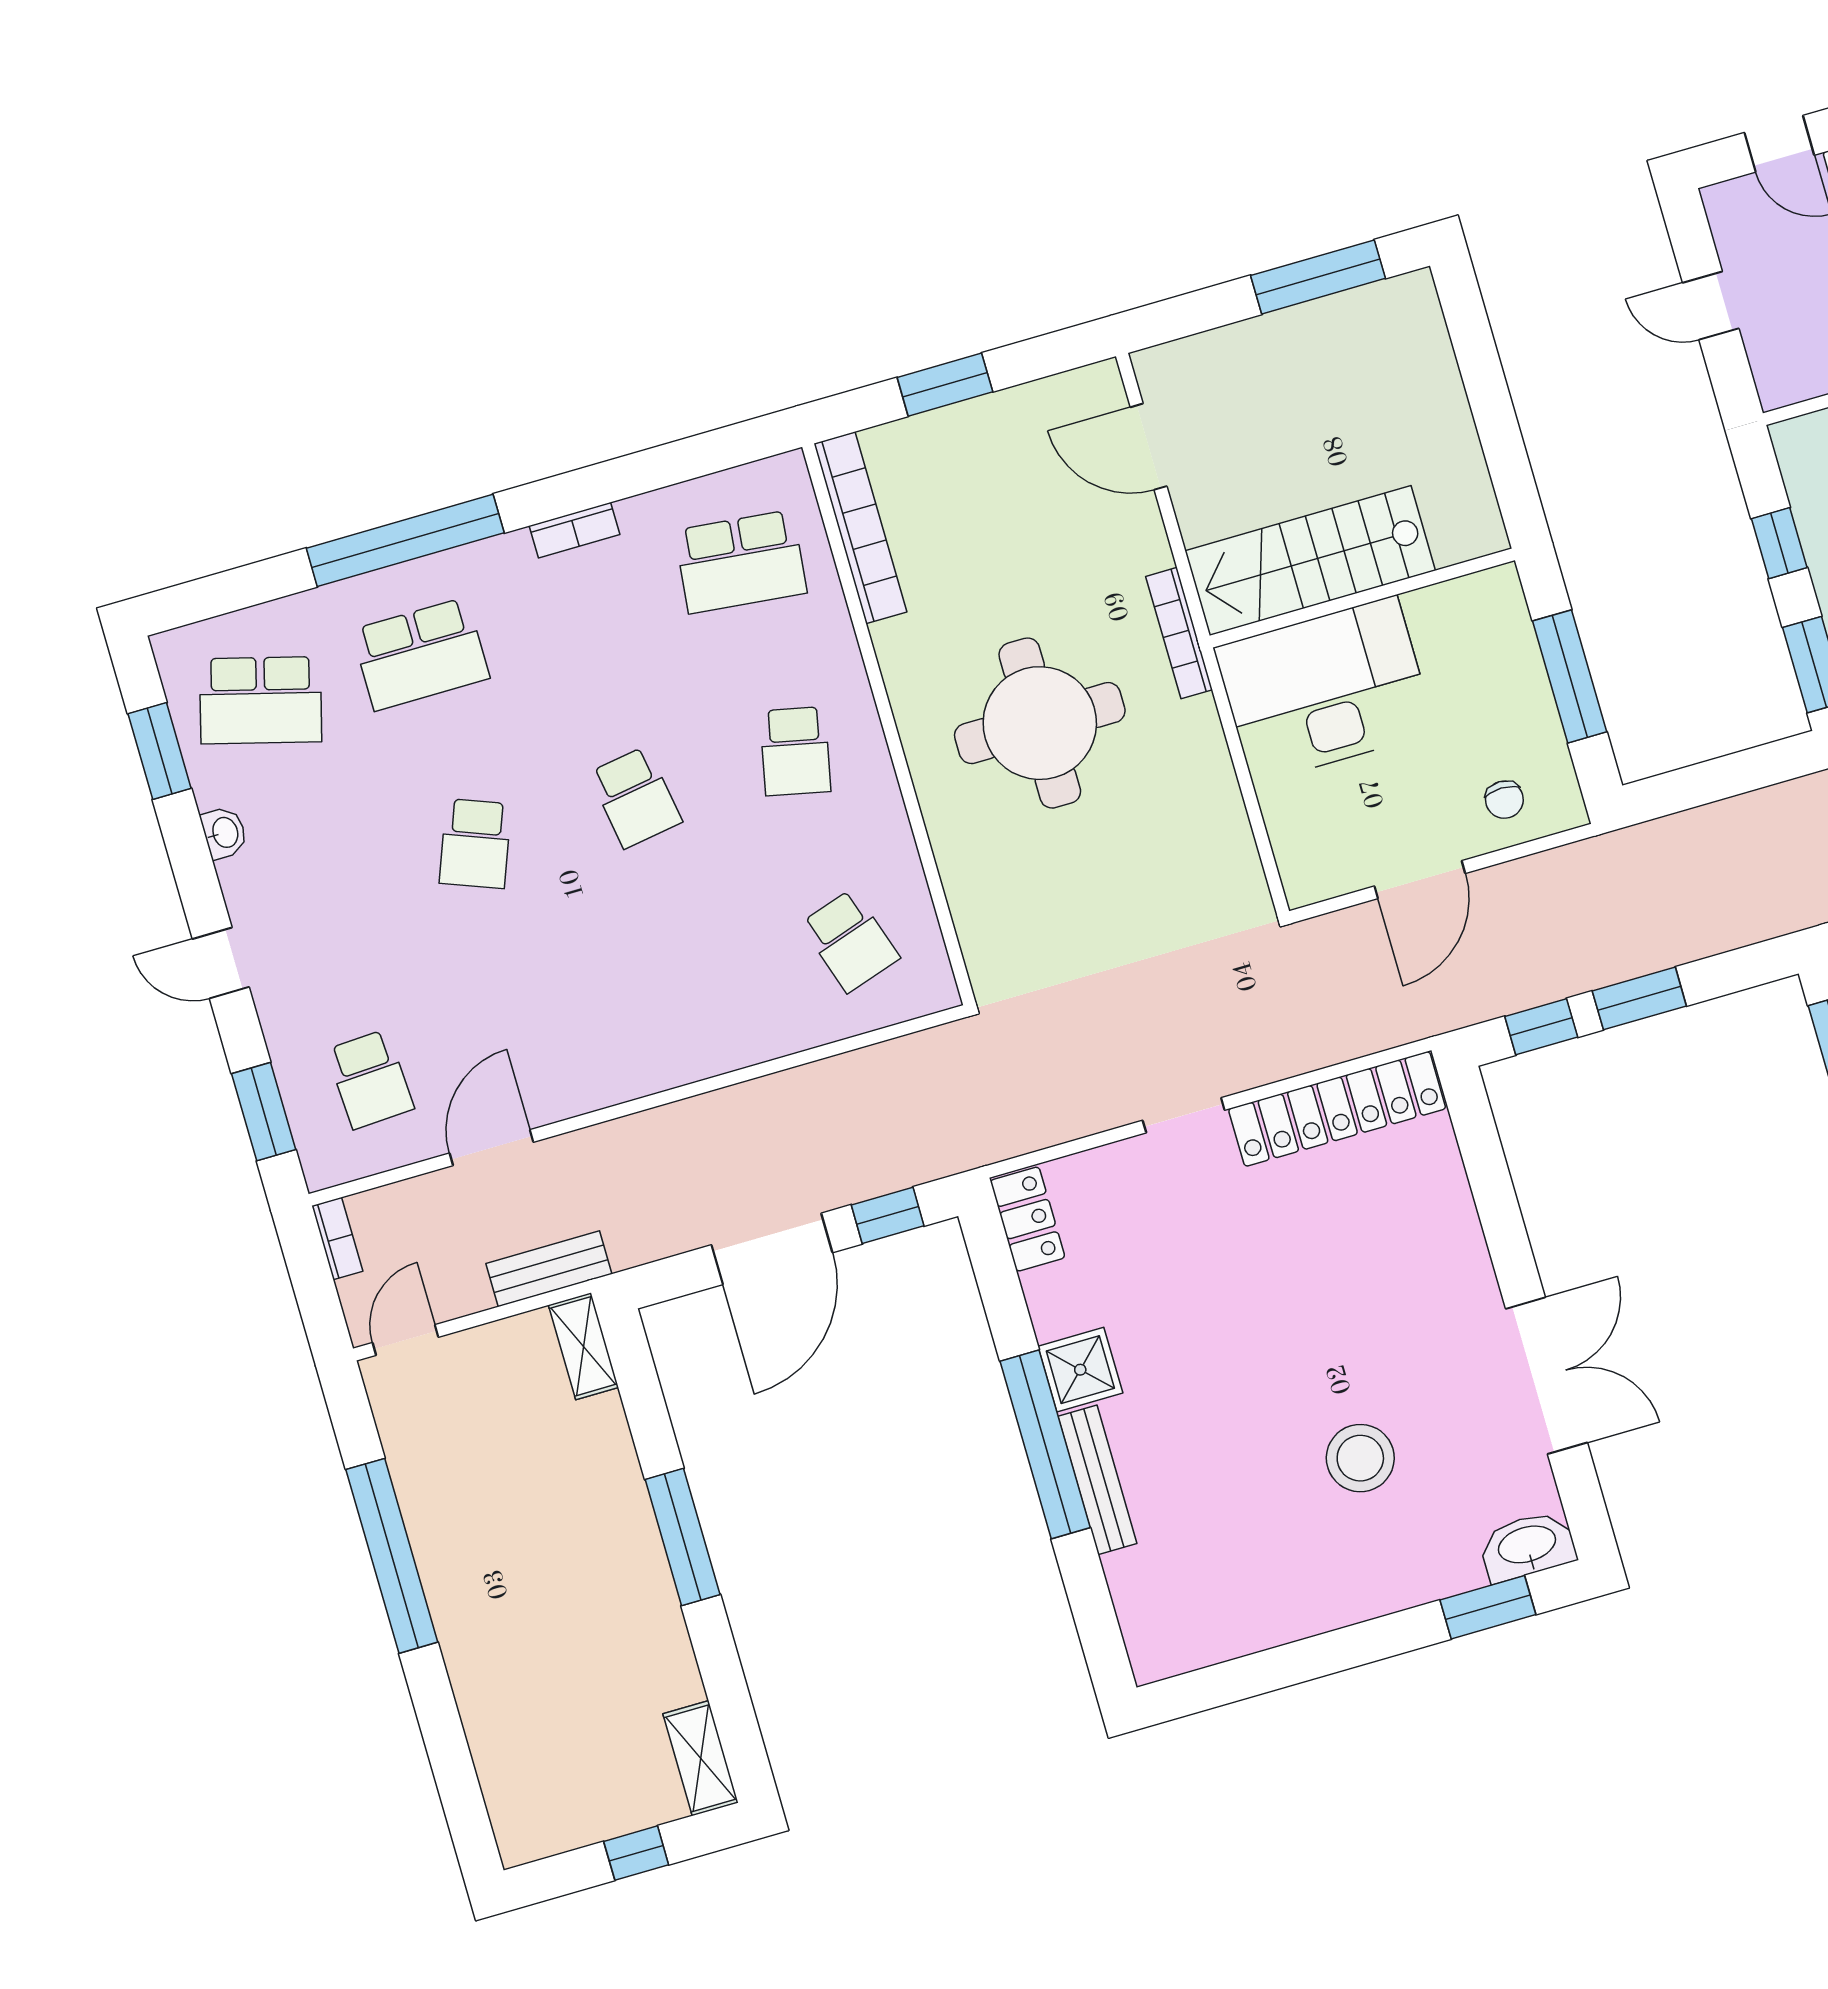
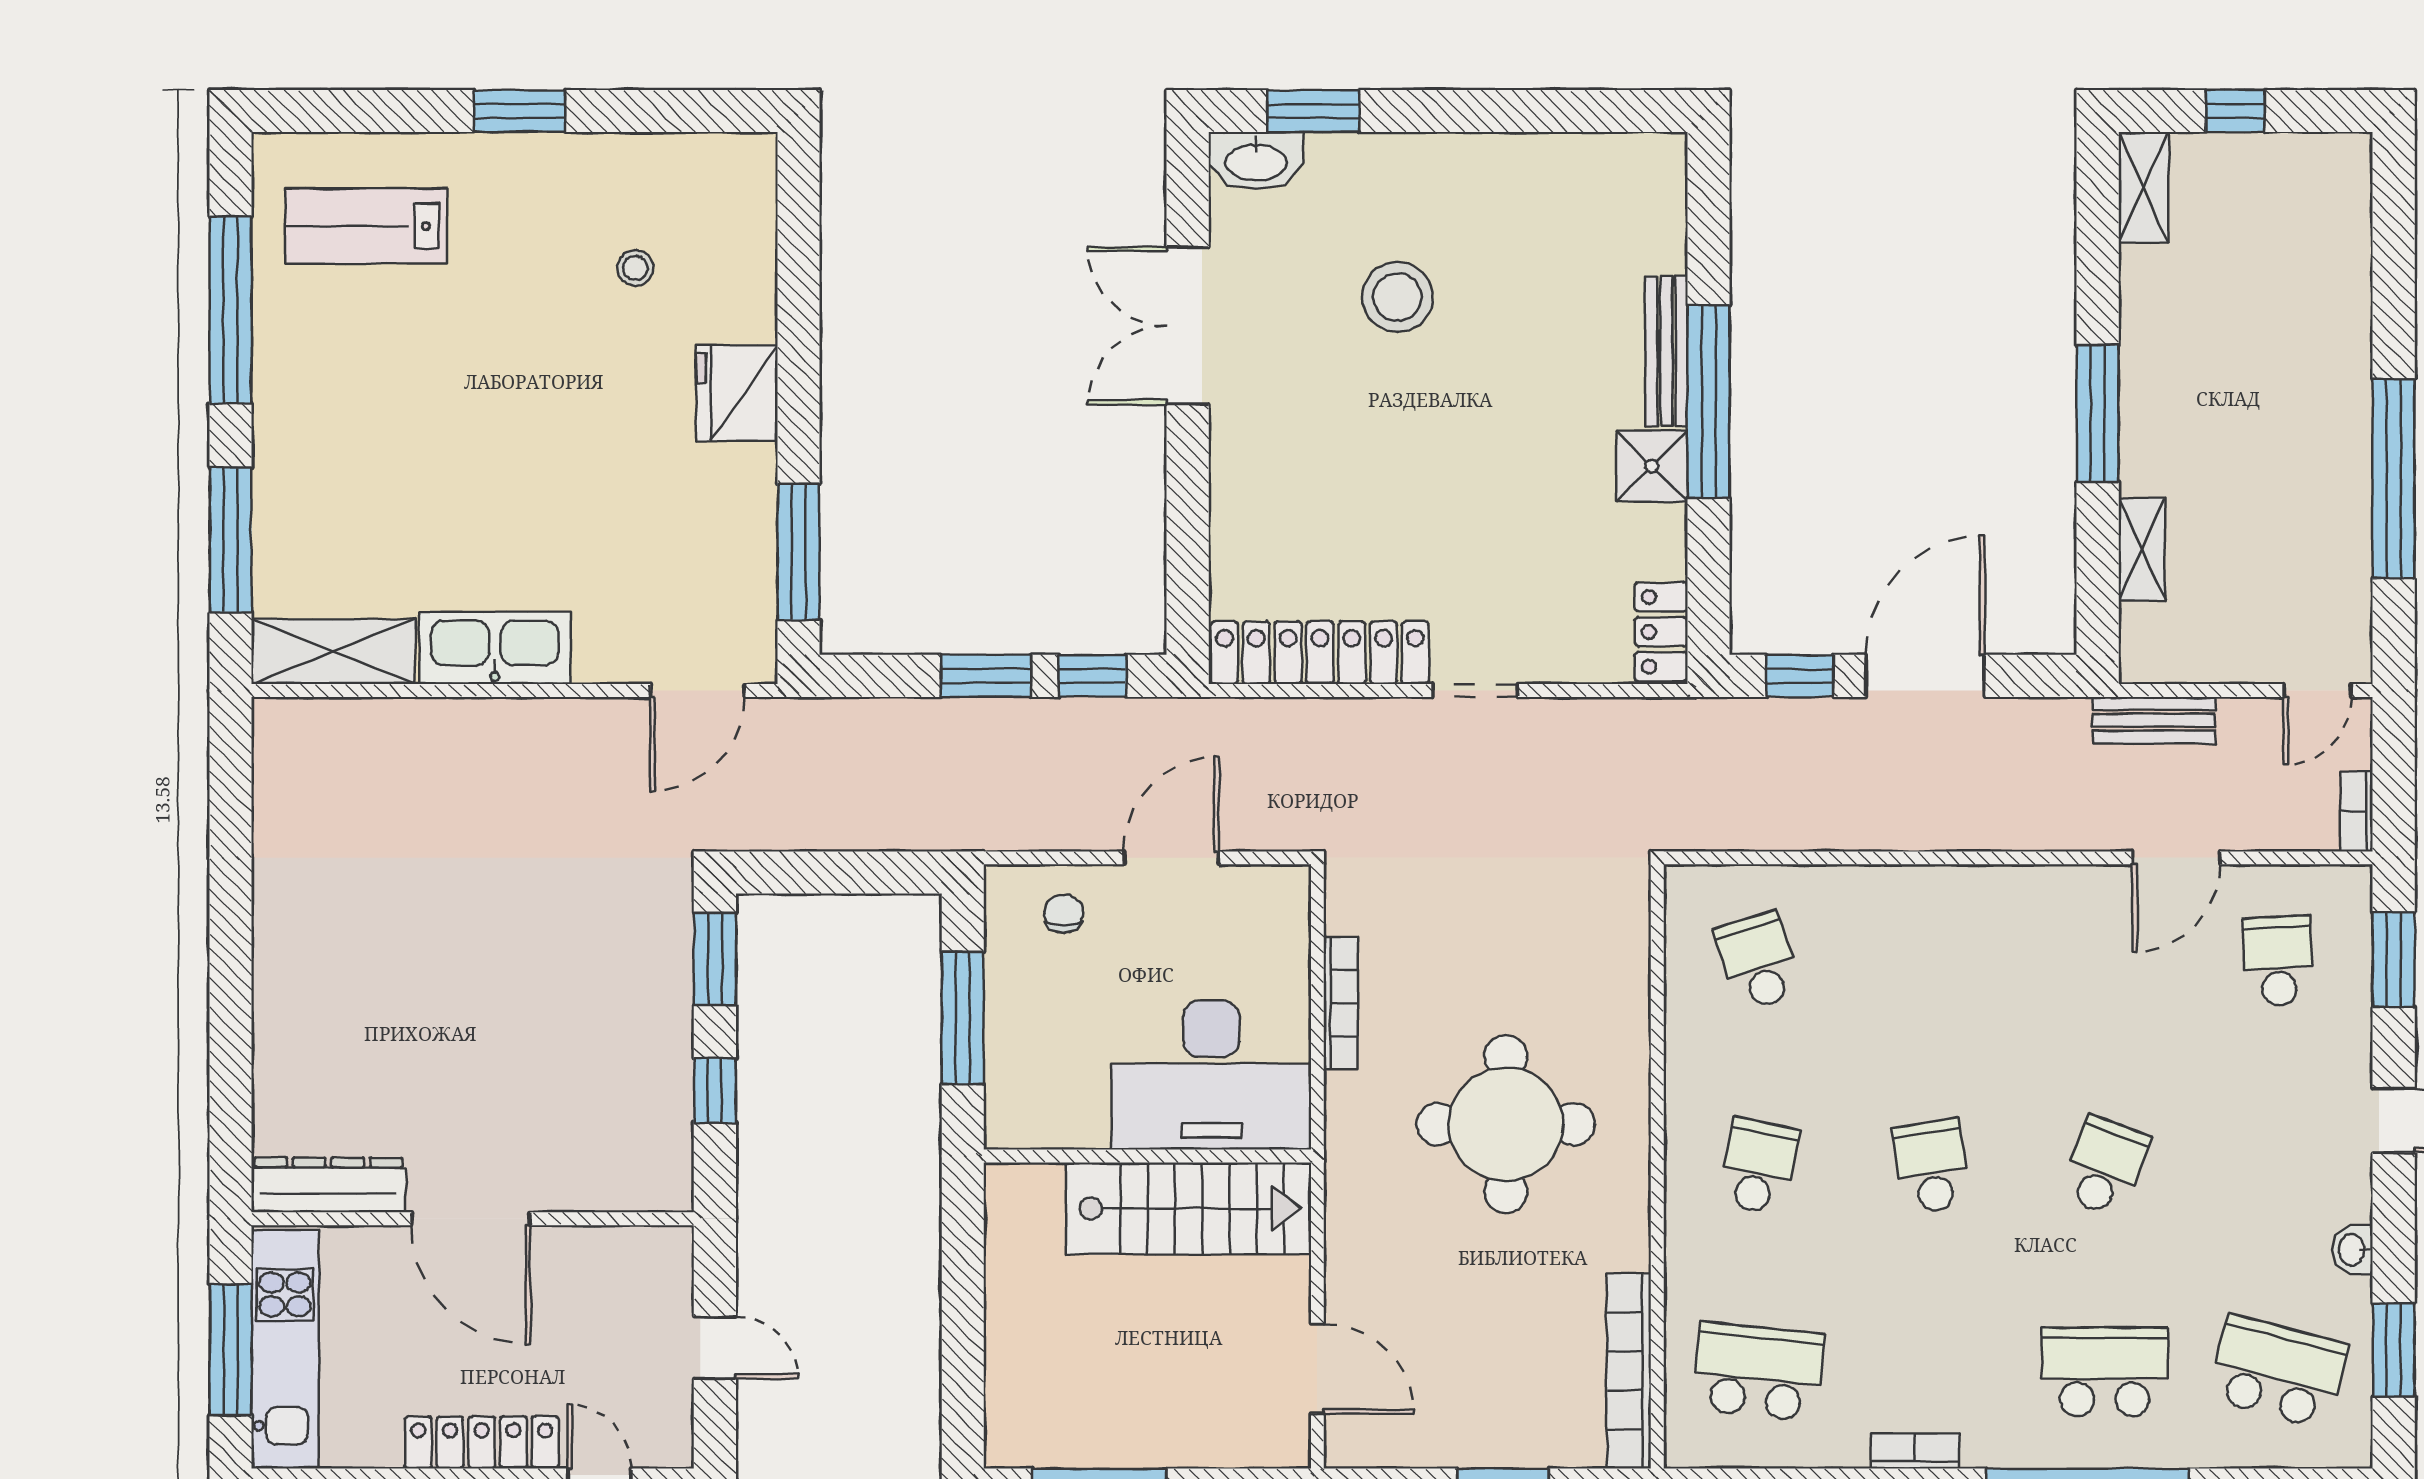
bookcase: (1179, 633) -> (1341, 1003), moved
shelving: (583, 1346) -> (2142, 550), moved

